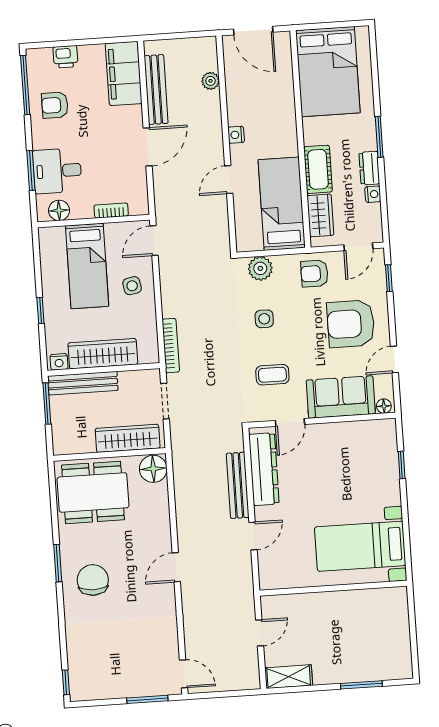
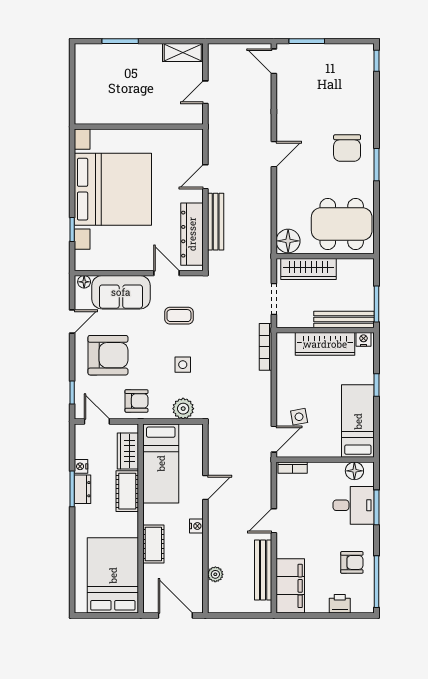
cot: (284, 111) -> (153, 544), added
window: (379, 137) -> (72, 489), moved
door: (148, 147) -> (274, 521), width x0.73
bookcase: (111, 211) -> (293, 468), moved
door: (358, 247) -> (97, 421), hinge flipped
bed: (87, 266) -> (358, 421), moved
side table: (132, 286) -> (299, 417), moved
door: (290, 422) -> (167, 273), hinge flipped
bed with nightstands: (360, 546) -> (113, 189), width x1.85

